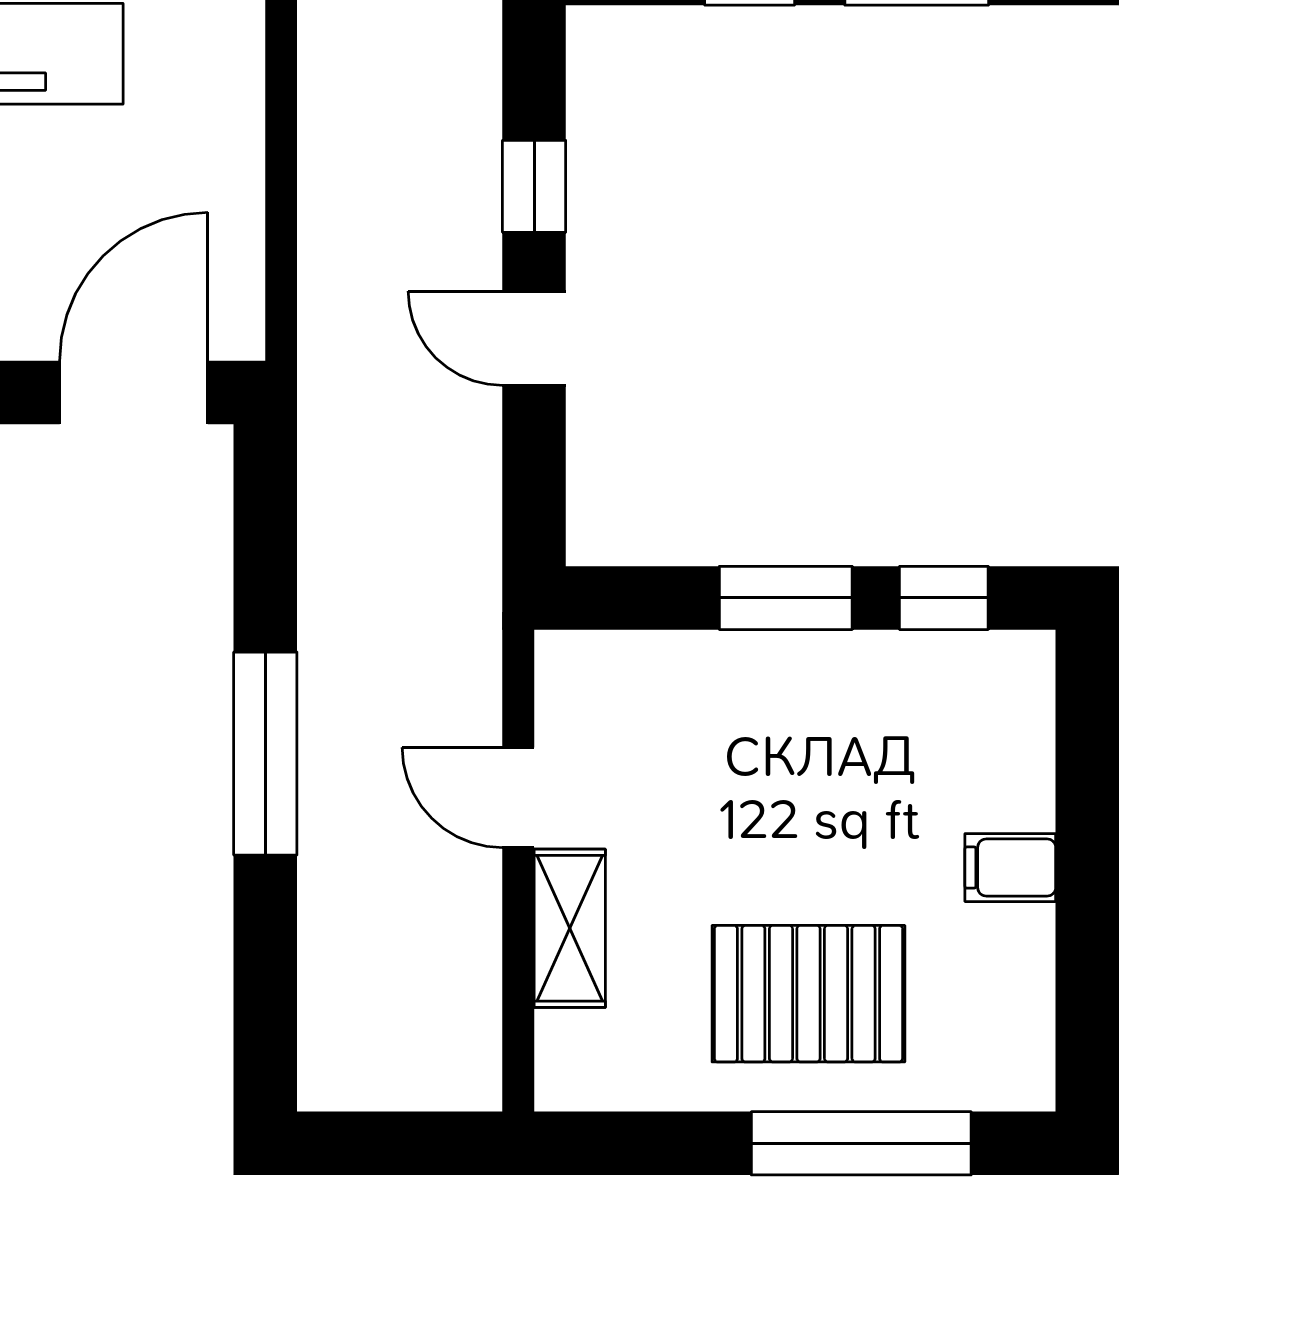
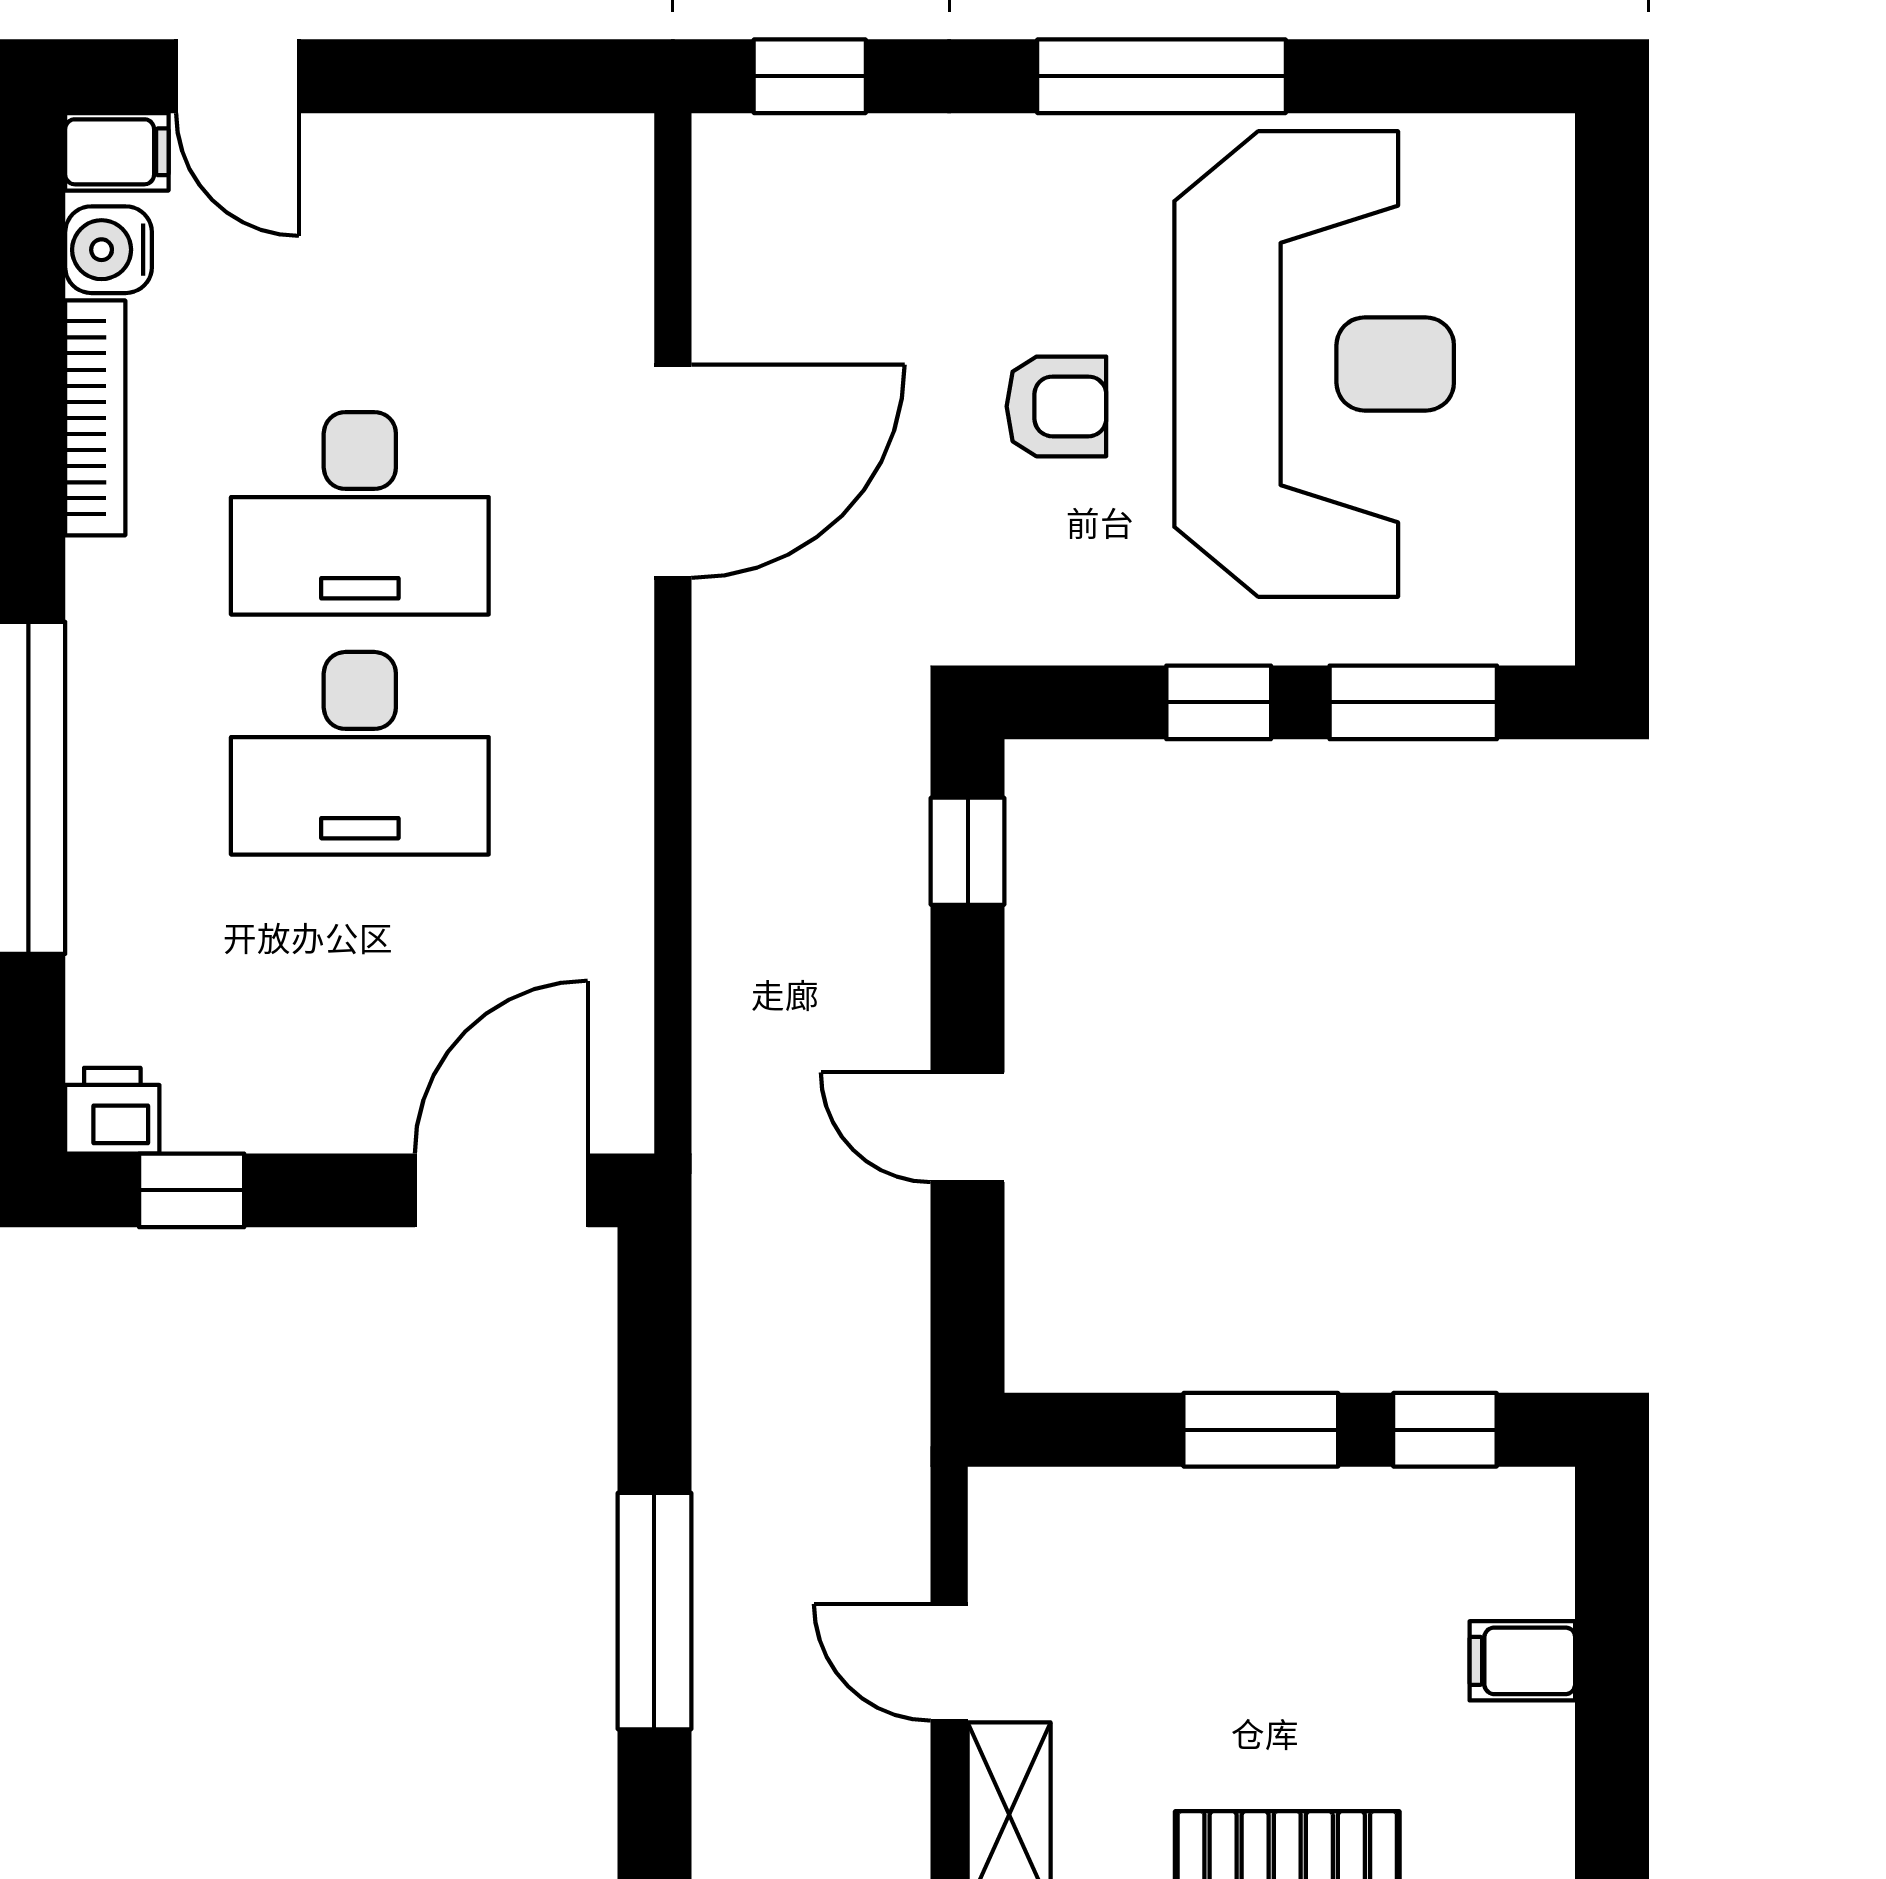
window: (534, 186) -> (968, 851), moved
filing cabinet: (1010, 868) -> (1522, 1661), moved

